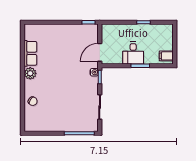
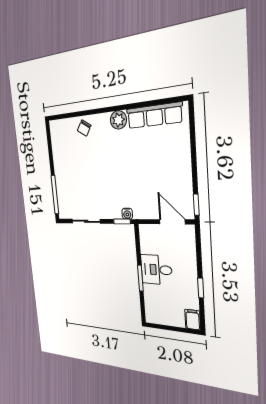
door: (100, 52) -> (172, 222), moved
row of seats: (30, 53) -> (154, 115), width x1.48
filing cabinet: (166, 56) -> (193, 320), moved

